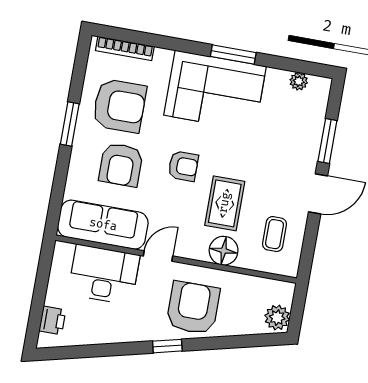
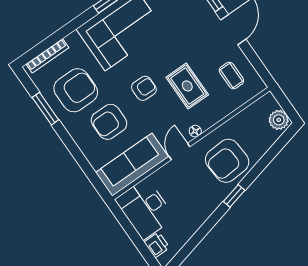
window: (70, 124) -> (45, 109), moved
armchair: (121, 165) -> (109, 122), turned 90
floor lamp: (224, 251) -> (195, 131), moved, width x0.53, depth x0.53
desk: (104, 275) -> (145, 209), moved, turned -90
armchair: (193, 308) -> (227, 161), turned -94

